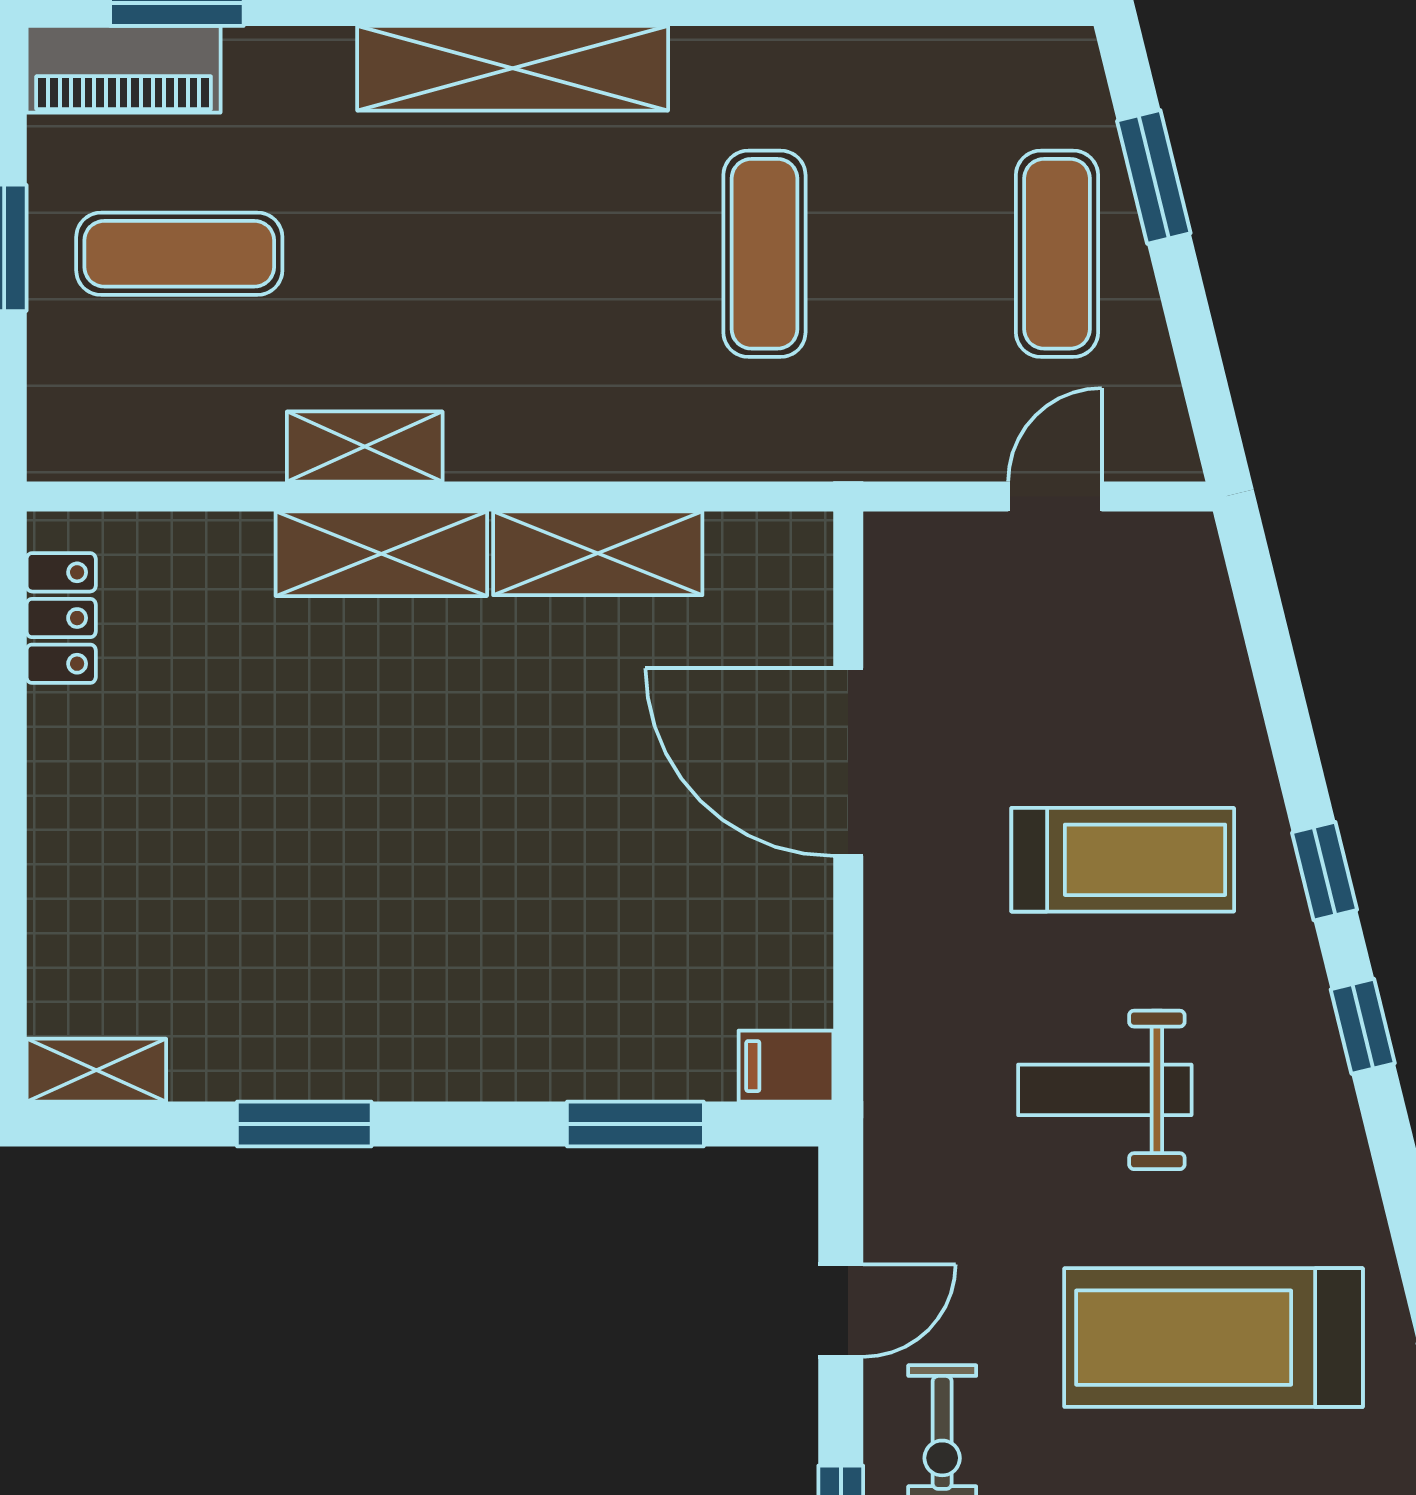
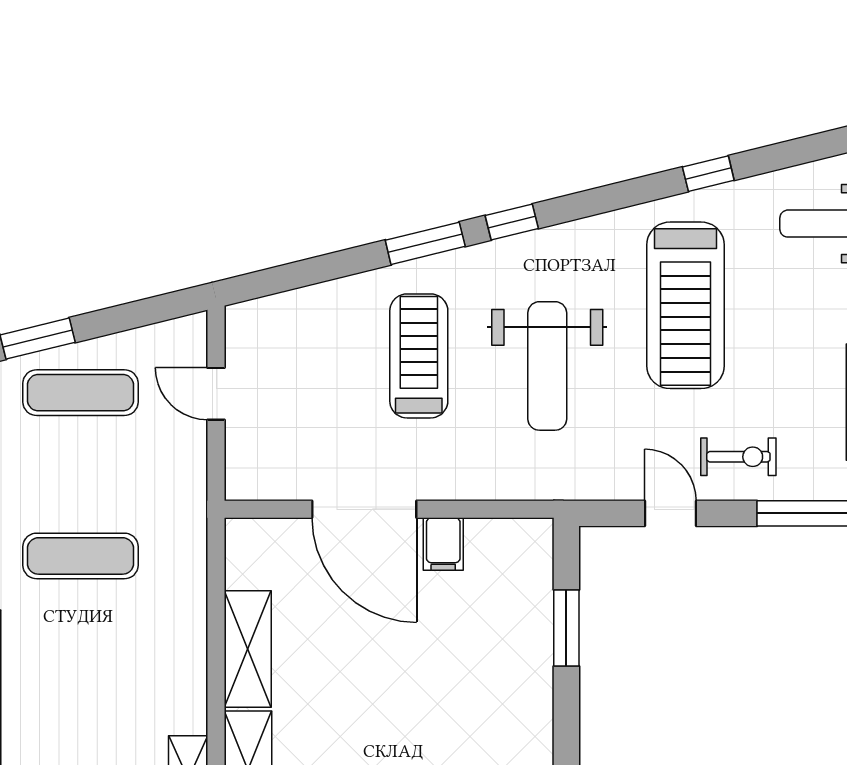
door: (848, 762) -> (364, 509), hinge flipped
window: (1325, 871) -> (425, 243), width x1.50
filing cabinet: (786, 1066) -> (443, 544), moved
weight bench: (1105, 1090) -> (547, 366), width x1.36, depth x1.33

